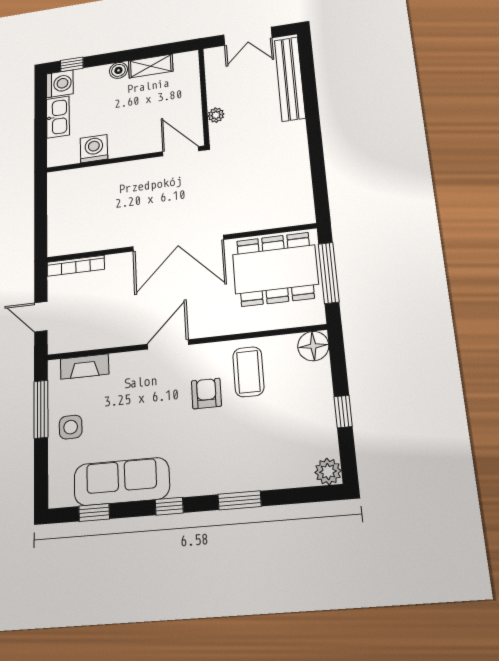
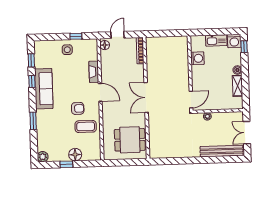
double door: (178, 243) -> (146, 98), width x0.73
dining table: (275, 269) -> (130, 140), width x0.73
window: (329, 273) -> (126, 162), removed
floor lamp: (62, 343) -> (105, 45), added
floor lamp: (313, 346) -> (75, 155), moved
fireplace: (85, 366) -> (94, 72), moved
window: (41, 409) -> (76, 36), width x0.46
sofa: (122, 482) -> (44, 89), moved
window: (169, 506) -> (32, 82), moved

